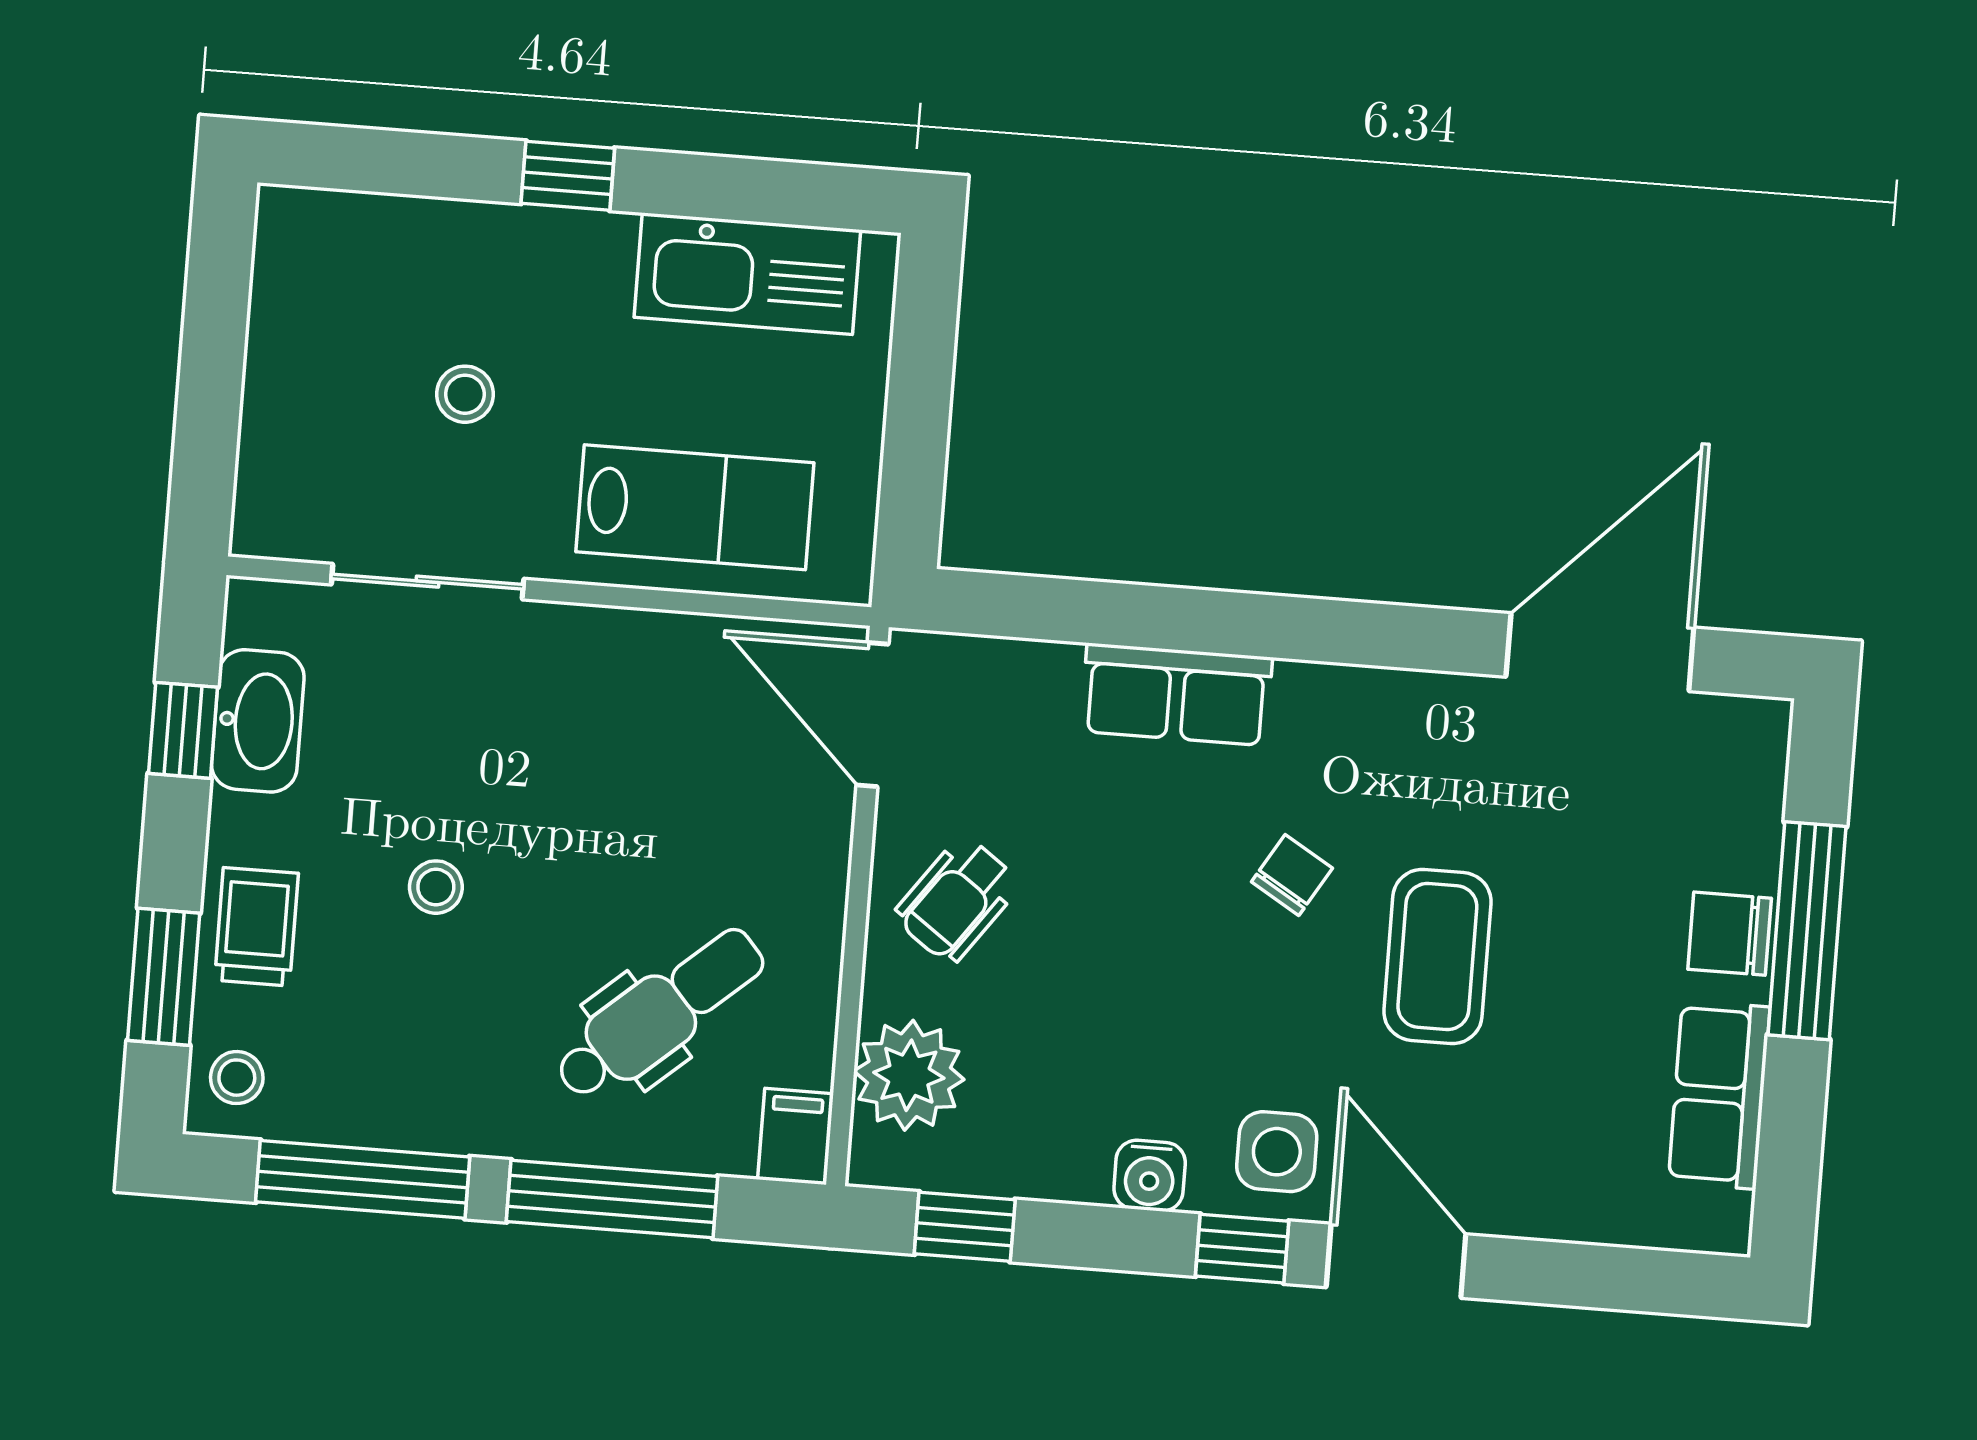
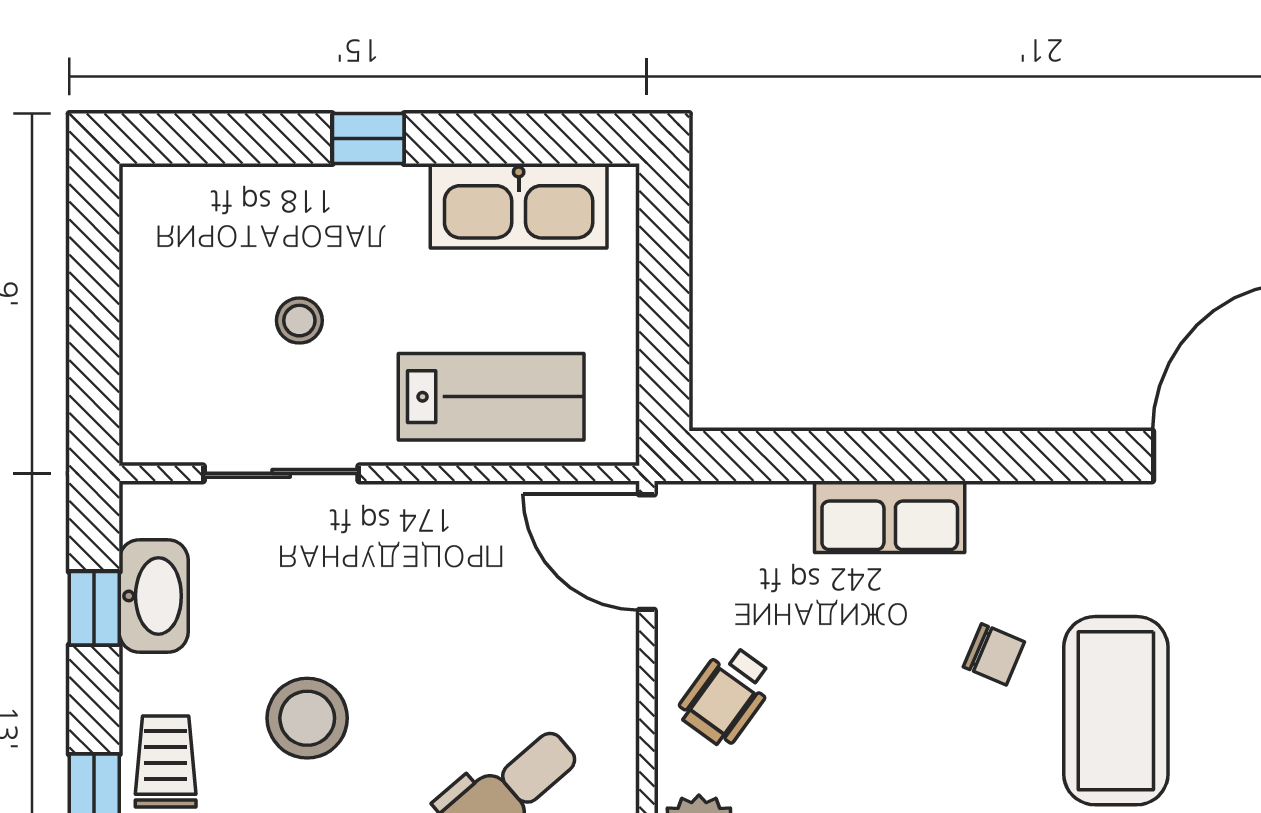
chair: (1292, 875) -> (994, 654), turned 82
stool: (436, 887) -> (307, 718), width x1.89, depth x1.89
coffee table: (1437, 957) -> (1116, 711), width x1.36, depth x1.32

